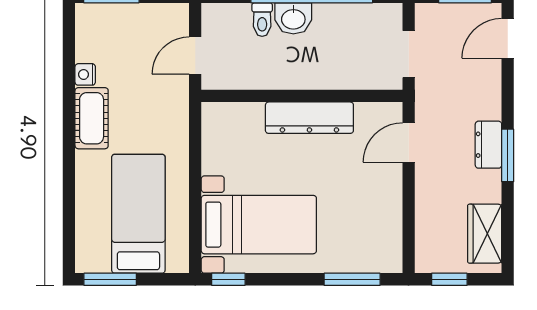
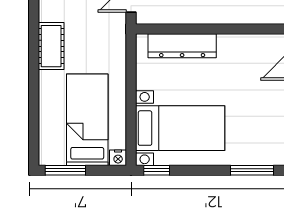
nightstand: (85, 74) -> (118, 158), moved, turned -90
dresser: (309, 118) -> (182, 46), moved

